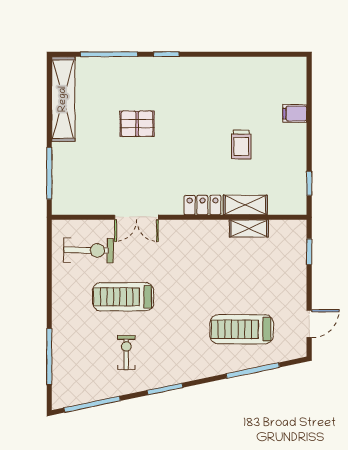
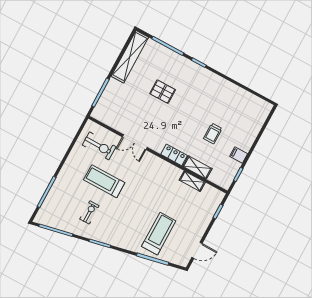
filing cabinet: (295, 113) -> (239, 155), moved
treadmill: (242, 329) -> (159, 234), turned 90

